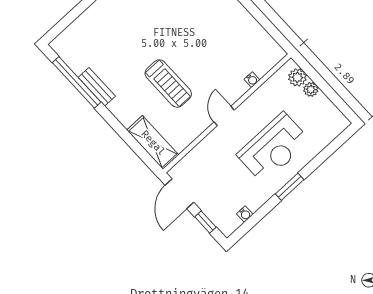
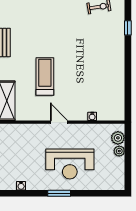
treadmill: (168, 84) -> (45, 77), turned 180
door: (224, 116) -> (59, 122), hinge flipped

